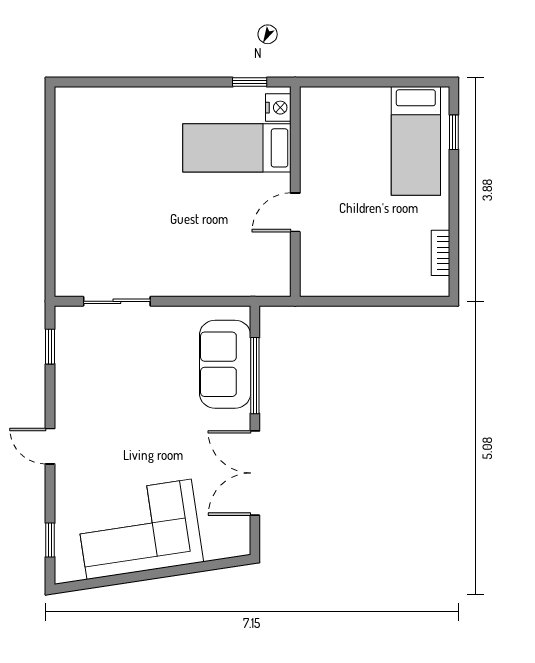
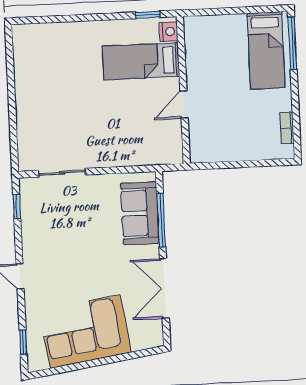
window: (454, 132) -> (292, 43), width x2.17

